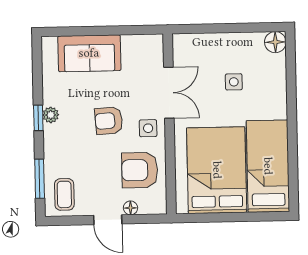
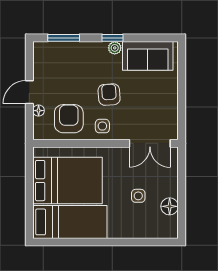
floor lamp: (275, 42) -> (170, 206), moved
sofa: (89, 53) -> (148, 56), moved, turned -90
double door: (169, 93) -> (150, 143), moved
coffee table: (64, 194) -> (50, 58), removed

